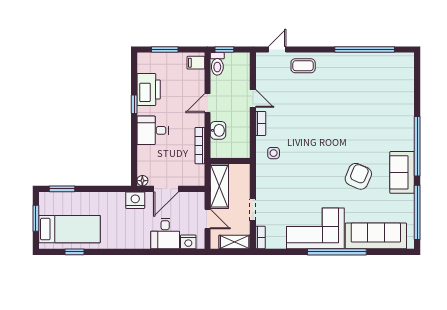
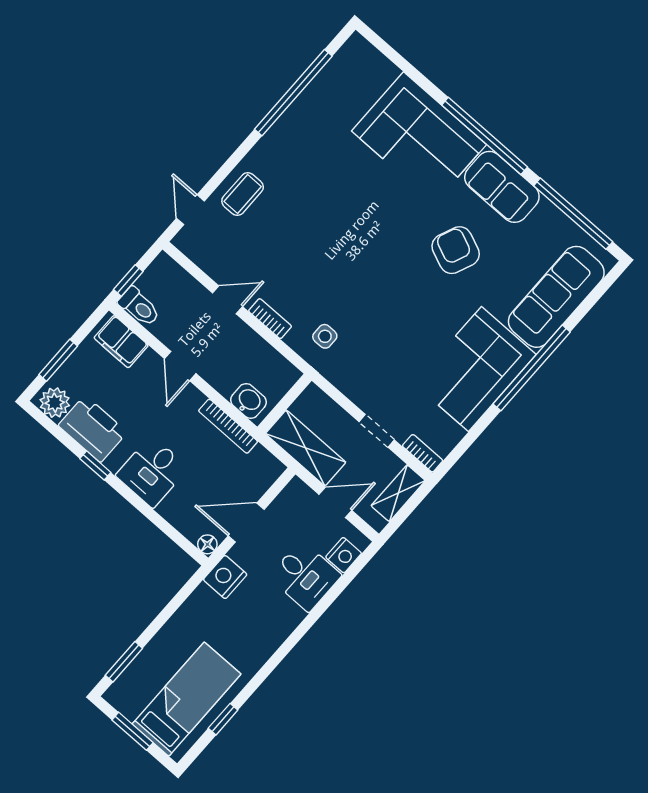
filing cabinet: (196, 63) -> (121, 342), width x2.00
plant: (146, 64) -> (55, 403), added
corner sofa: (392, 119) -> (419, 138), added
washbasin: (218, 130) -> (248, 401), moved
door: (166, 189) -> (246, 523), swing flipped

